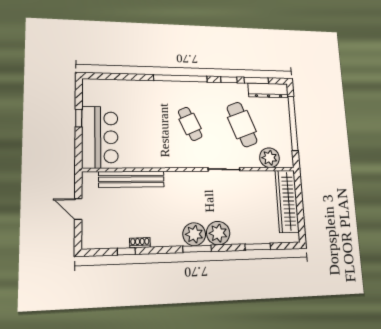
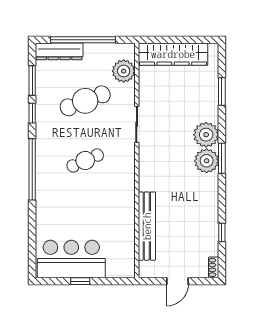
dresser: (268, 90) -> (59, 51), moved, turned 90
bar counter: (100, 137) -> (71, 259), moved
shoe rack: (140, 243) -> (214, 267), moved

